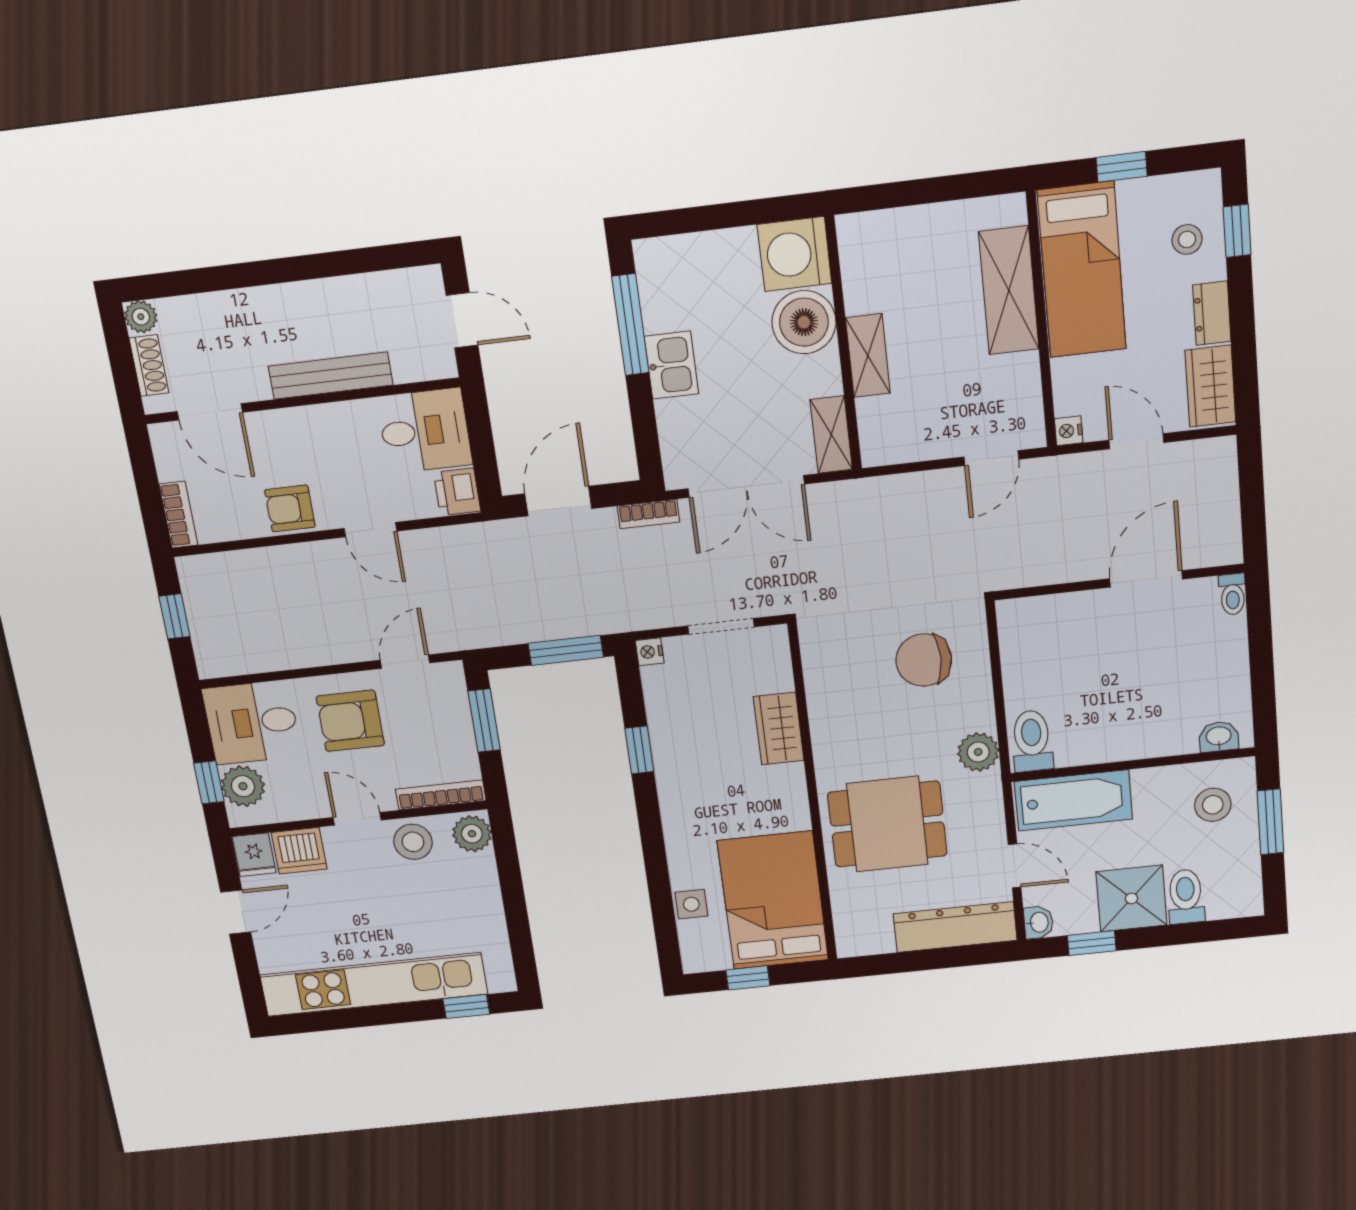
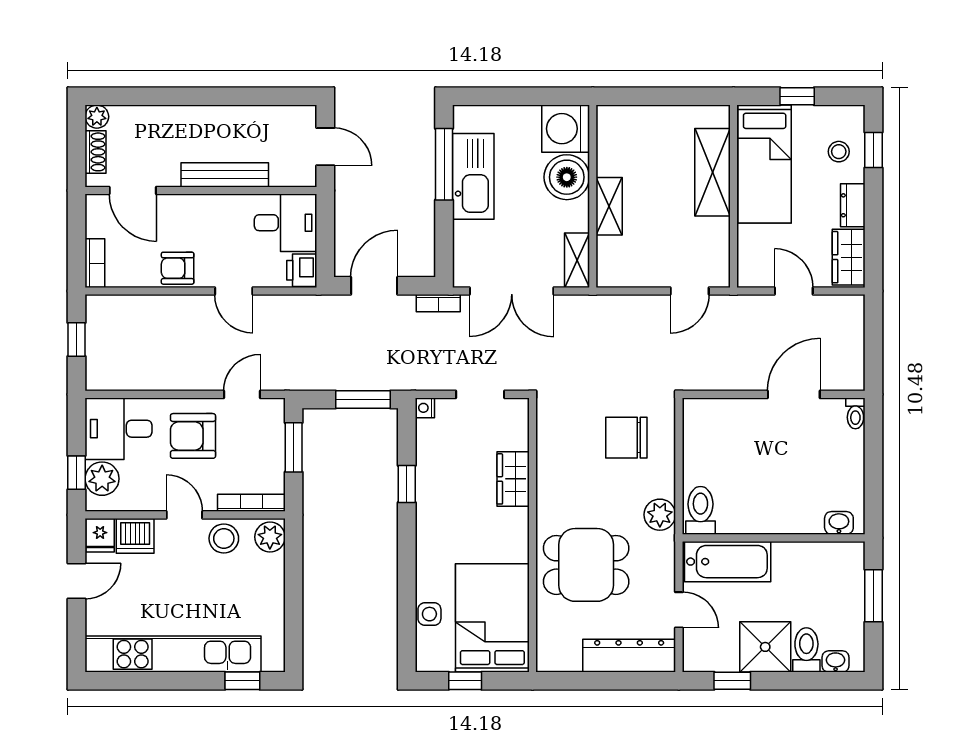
kitchen sink: (671, 365) -> (473, 176), width x1.87, depth x1.24
nightstand: (1069, 431) -> (746, 278), removed
stool: (1213, 805) -> (831, 577), removed
washbasin: (1038, 922) -> (836, 661), moved, turned -90

